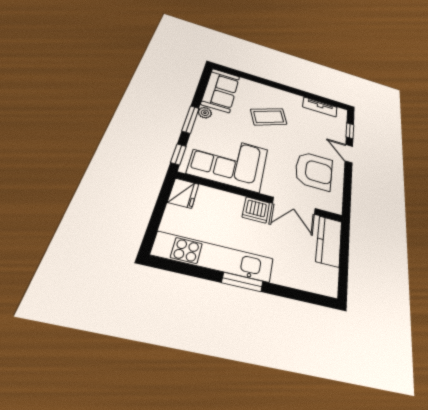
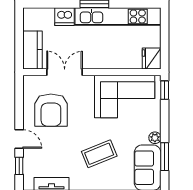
window: (190, 120) -> (165, 157), moved
armchair: (314, 171) -> (51, 110), turned -90
dishwasher: (256, 210) -> (64, 17), moved, turned 180

